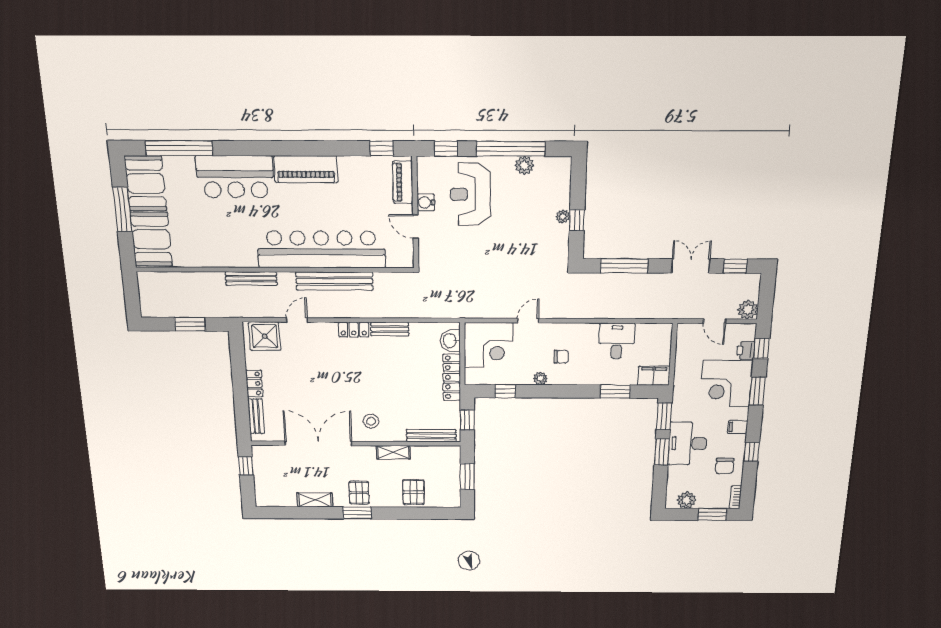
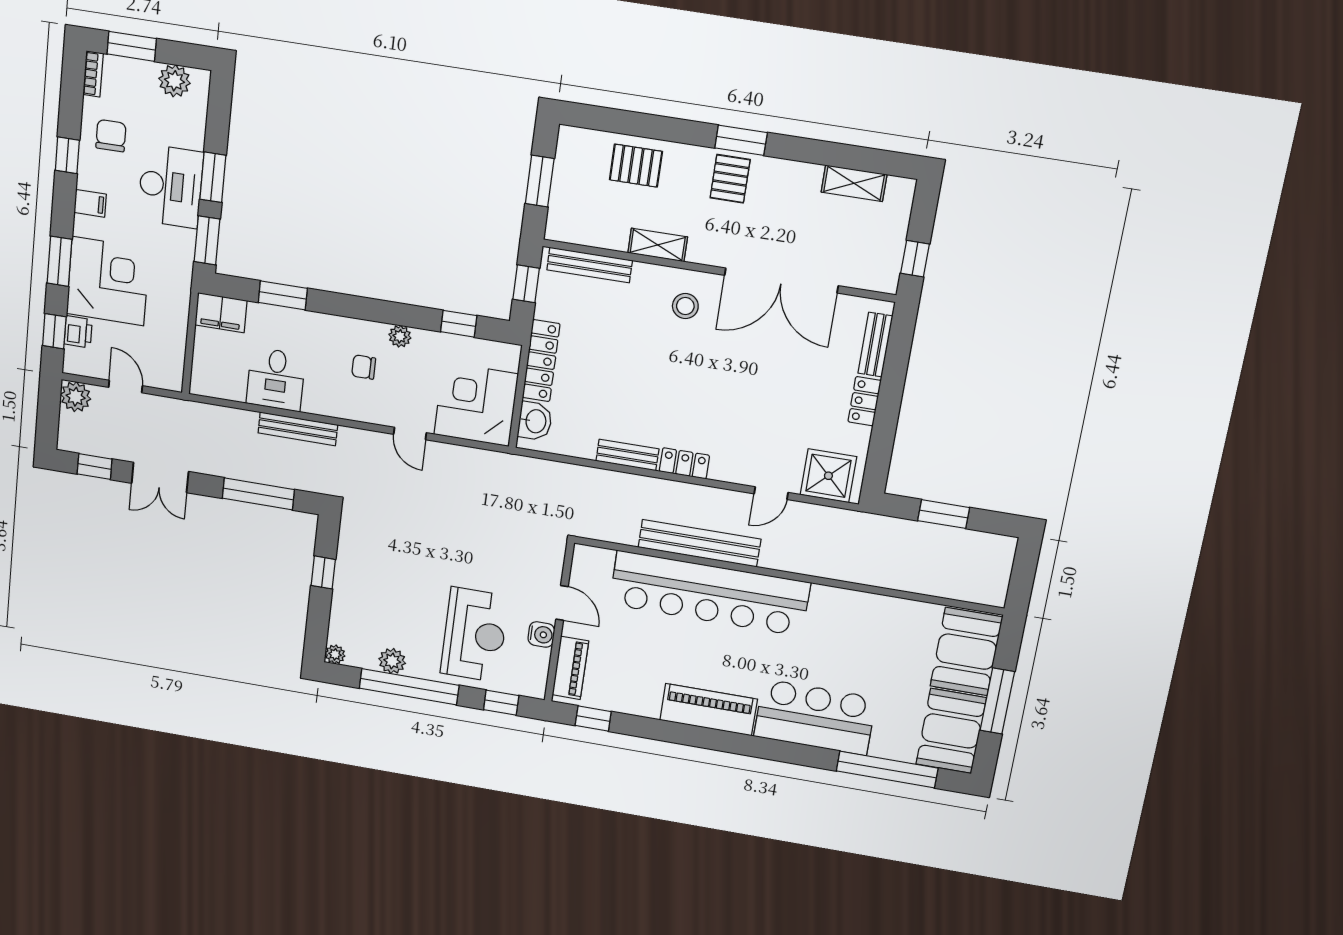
plant: (563, 216) -> (335, 654), moved
bench: (251, 279) -> (298, 429), moved
door: (528, 321) -> (410, 434), hinge flipped
pallet: (413, 492) -> (636, 166), turned 90
shelving: (315, 500) -> (854, 183), moved

